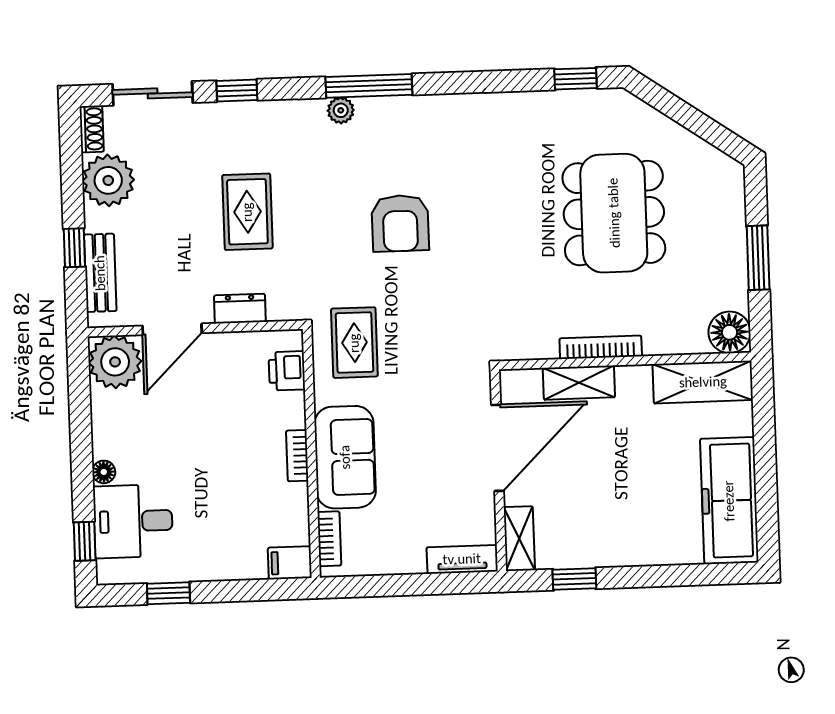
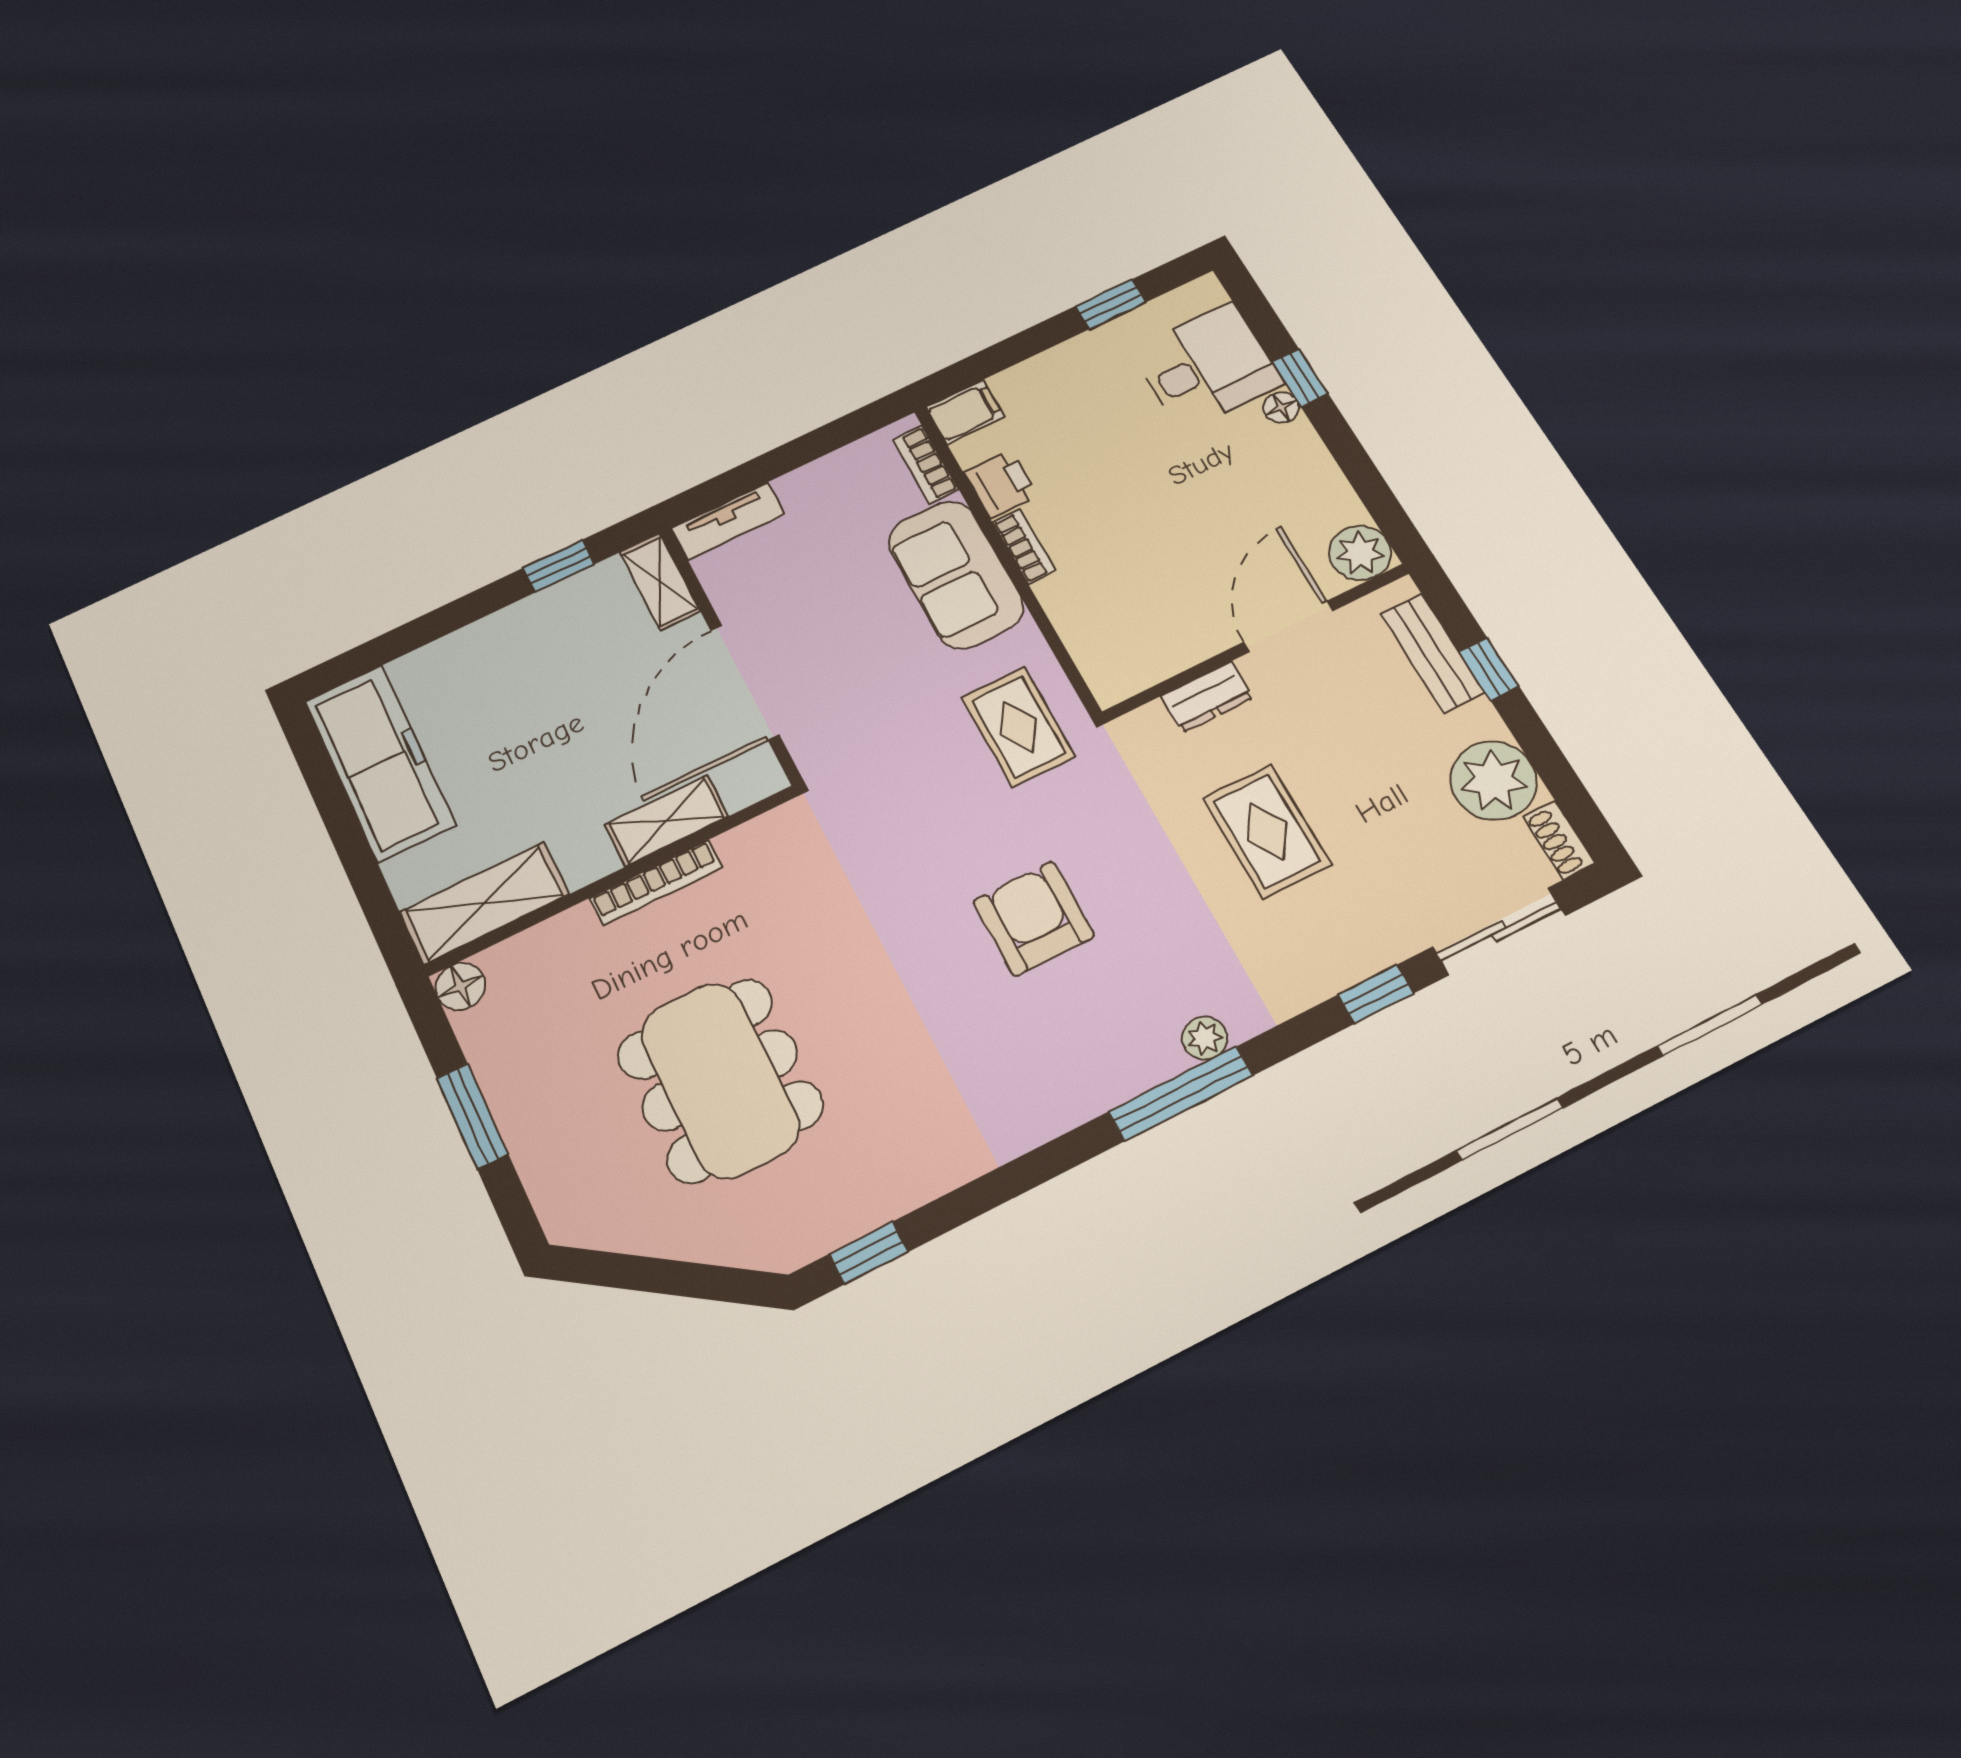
floor lamp: (730, 332) -> (461, 986), width x0.73, depth x0.73
plant: (115, 362) -> (1360, 553), width x0.73, depth x0.73
printer: (287, 371) -> (1001, 484), moved
window: (85, 541) -> (1300, 378), moved

